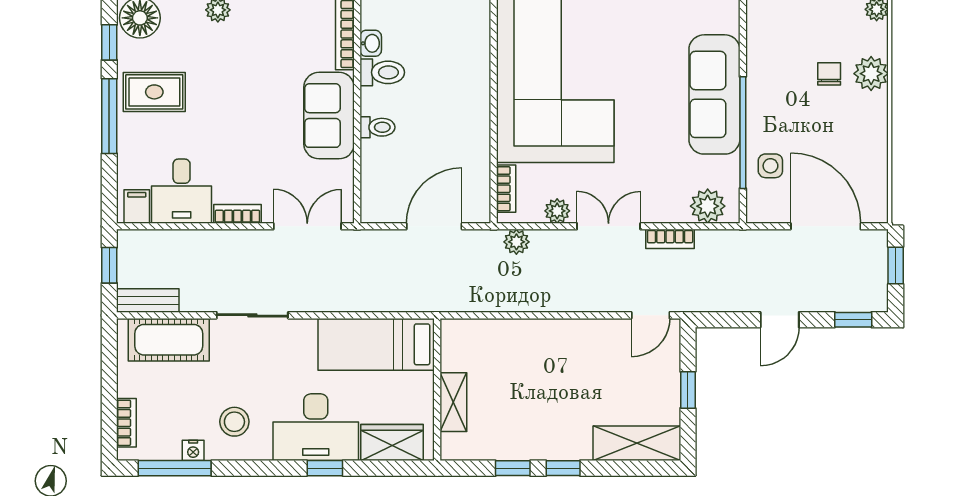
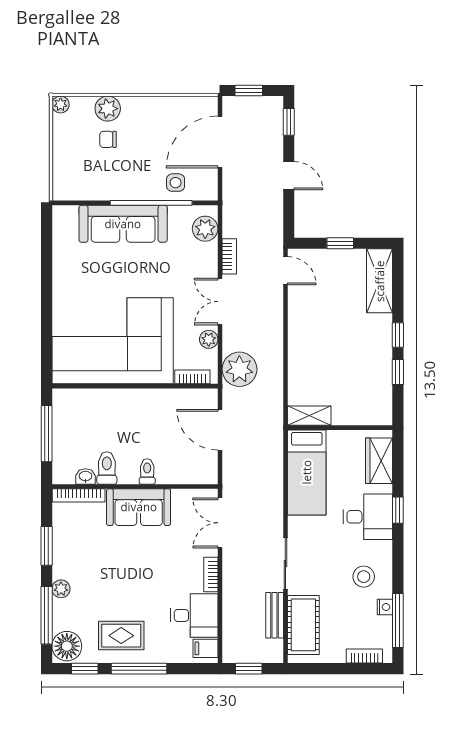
rug: (154, 92) -> (121, 636), turned 90
plant: (516, 242) -> (239, 369), width x1.88, depth x1.88
bench: (148, 300) -> (275, 615), moved
shelving: (453, 402) -> (309, 416), moved
desk: (316, 427) -> (368, 517), width x0.73

